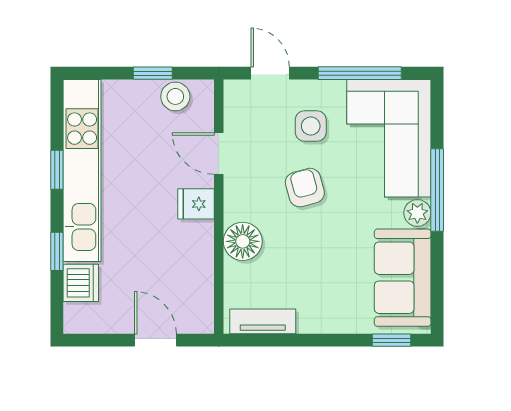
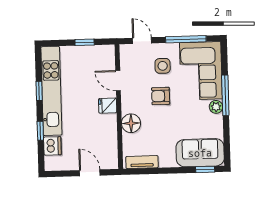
stool: (175, 96) -> (96, 53), removed
armchair: (305, 188) -> (161, 96), turned -75
sofa: (403, 278) -> (200, 153), moved, turned 90

